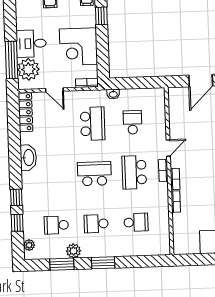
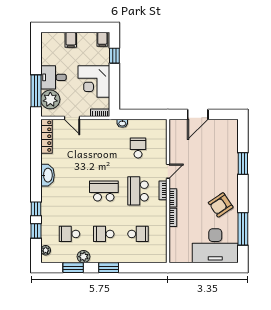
school desk: (93, 124) -> (104, 148), removed

